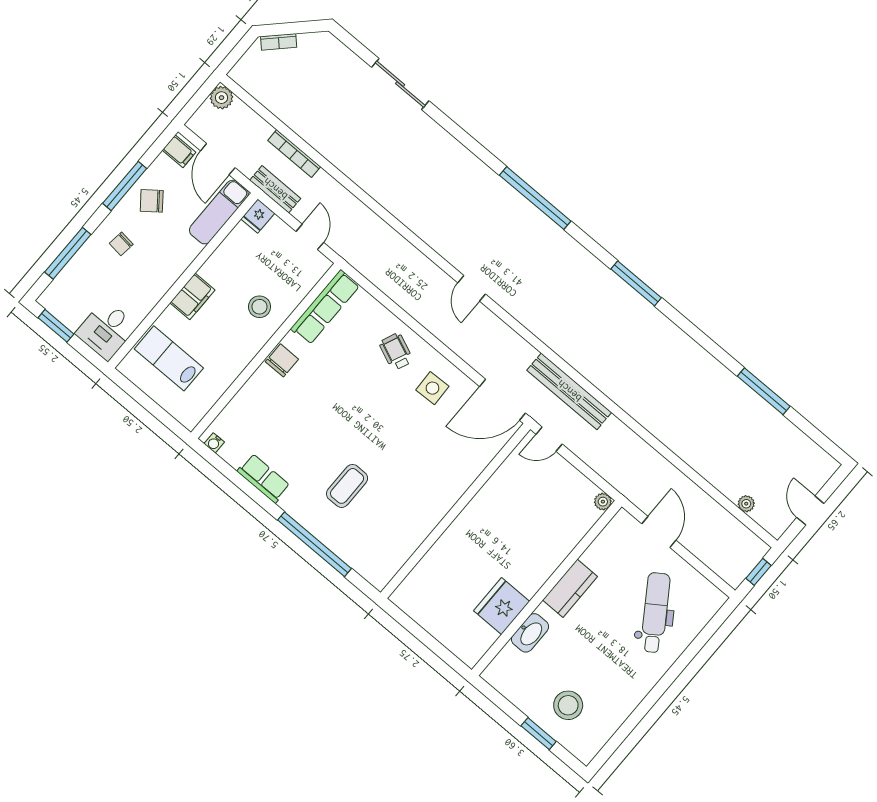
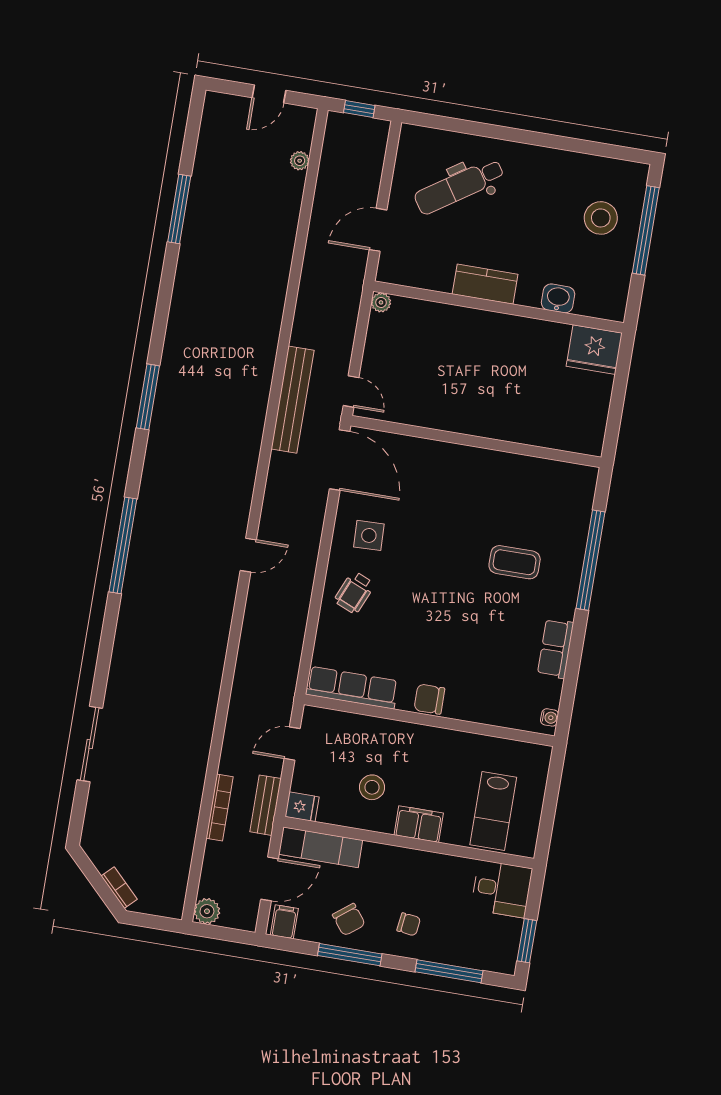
stool: (259, 307) -> (372, 787), moved
fridge: (502, 606) -> (594, 350), moved
washbasin: (530, 633) -> (558, 298), width x0.72
window: (539, 734) -> (646, 230), width x2.11

